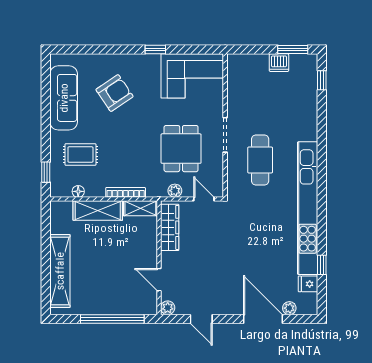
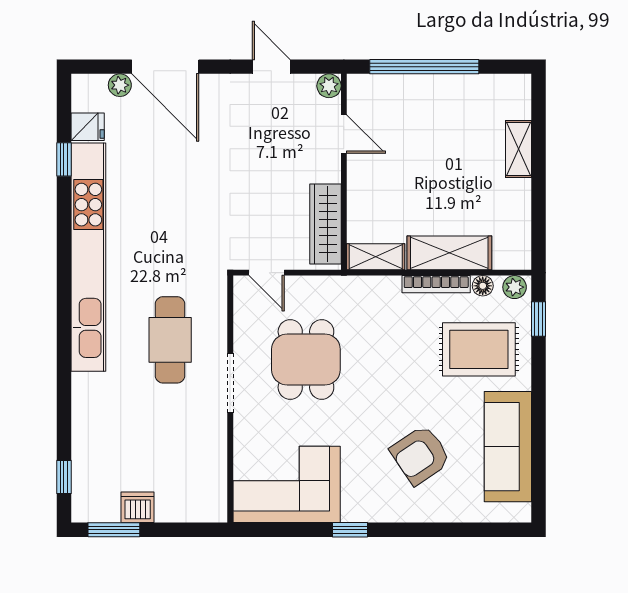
rug: (80, 155) -> (479, 349), width x1.36, depth x1.43
plant: (175, 191) -> (515, 287), moved
bookcase: (126, 192) -> (436, 284), moved
shelving: (60, 271) -> (519, 149), width x0.45, depth x0.75

